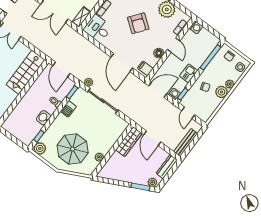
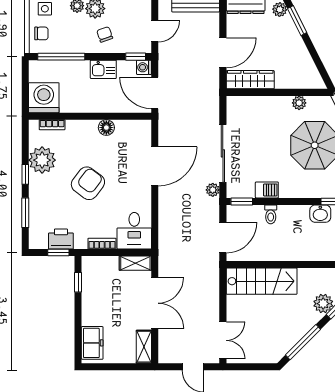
washing machine: (196, 27) -> (44, 98), width x1.89, depth x1.89
door: (174, 45) -> (82, 116), removed
filing cabinet: (145, 68) -> (139, 130), removed
washbasin: (43, 118) -> (320, 214), moved

